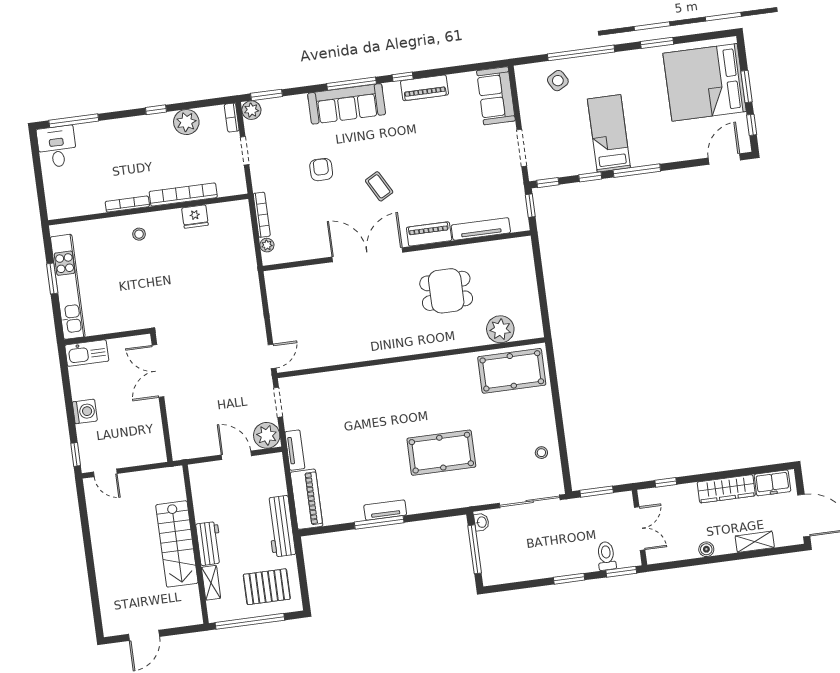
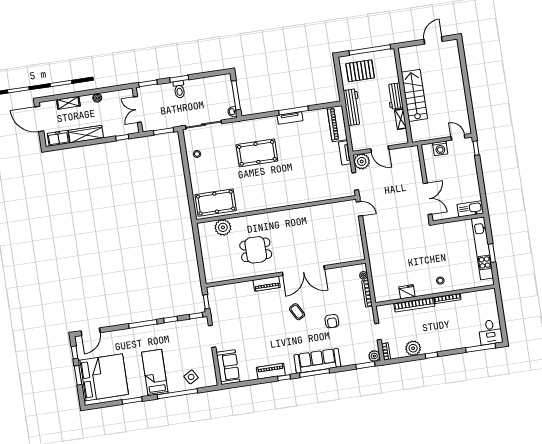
bed: (609, 133) -> (155, 372), moved, turned 180
tv unit: (481, 229) -> (236, 287), removed
door: (272, 356) -> (359, 209), swing flipped
washing machine: (85, 411) -> (440, 148), moved, turned -90
toilet: (606, 556) -> (179, 89), moved
shelving: (211, 583) -> (401, 119), moved

